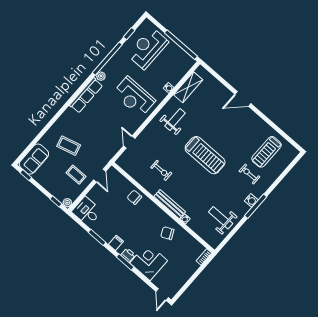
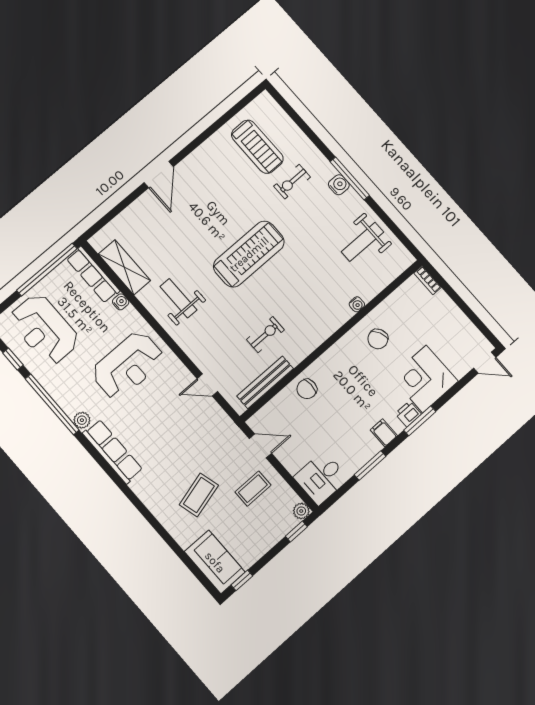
row of seats: (182, 71) -> (93, 275), added
bench: (170, 204) -> (265, 382), moved

